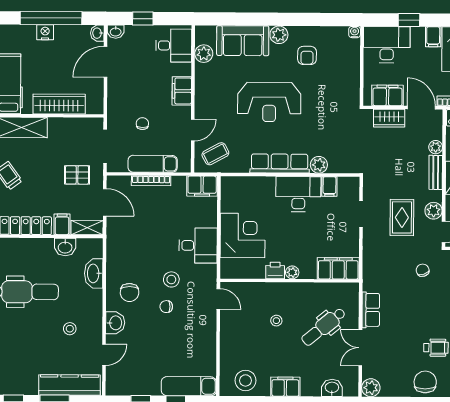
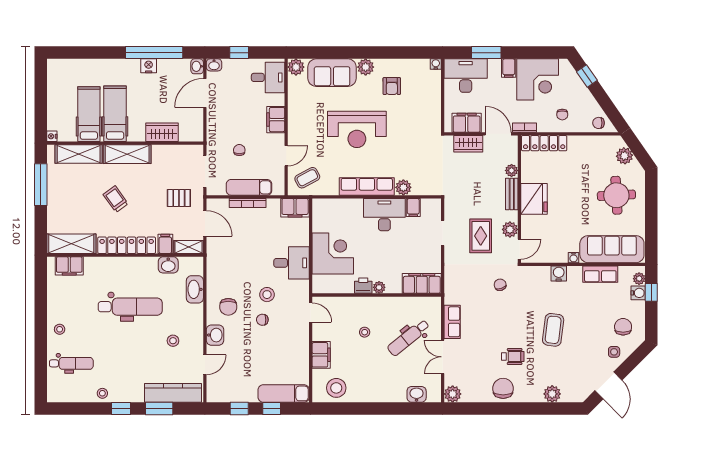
window: (409, 20) -> (486, 53), width x1.50
plant: (204, 54) -> (296, 67), moved
wardrobe: (59, 104) -> (162, 132), width x0.67
filing cabinet: (285, 387) -> (321, 355), moved, turned 90

